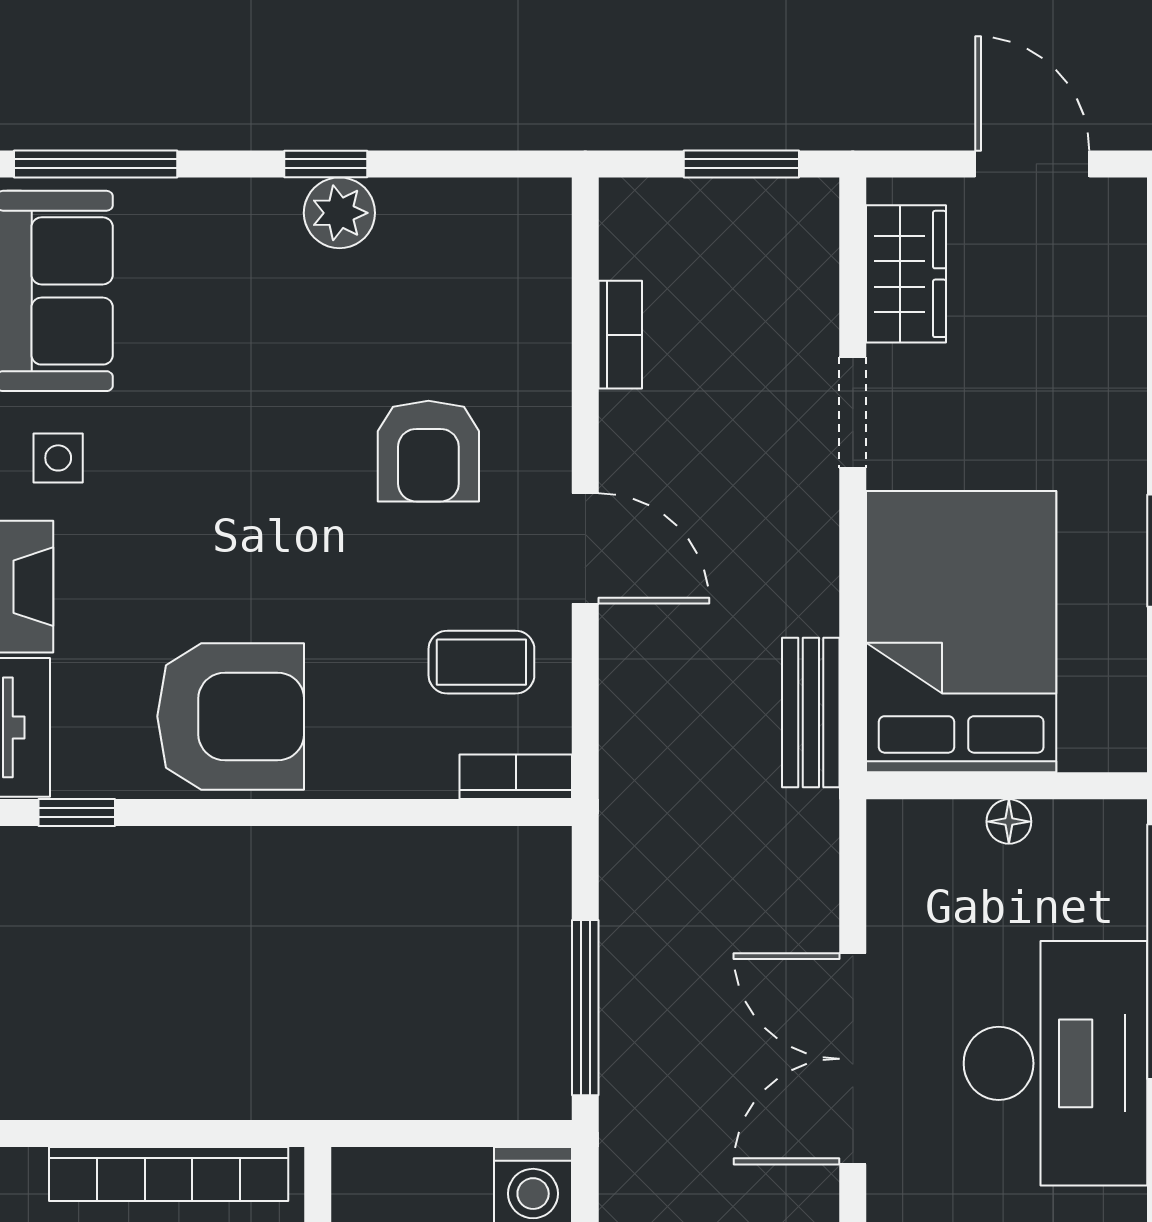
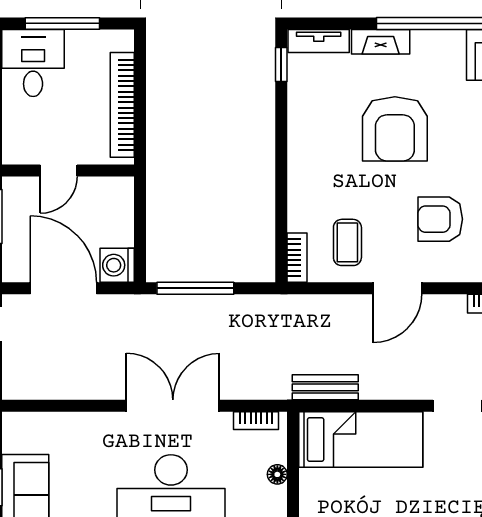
side table: (58, 458) -> (437, 56), removed
bed: (961, 632) -> (361, 440), width x0.67
armchair: (231, 716) -> (395, 129), moved
bookcase: (886, 870) -> (256, 421), added

